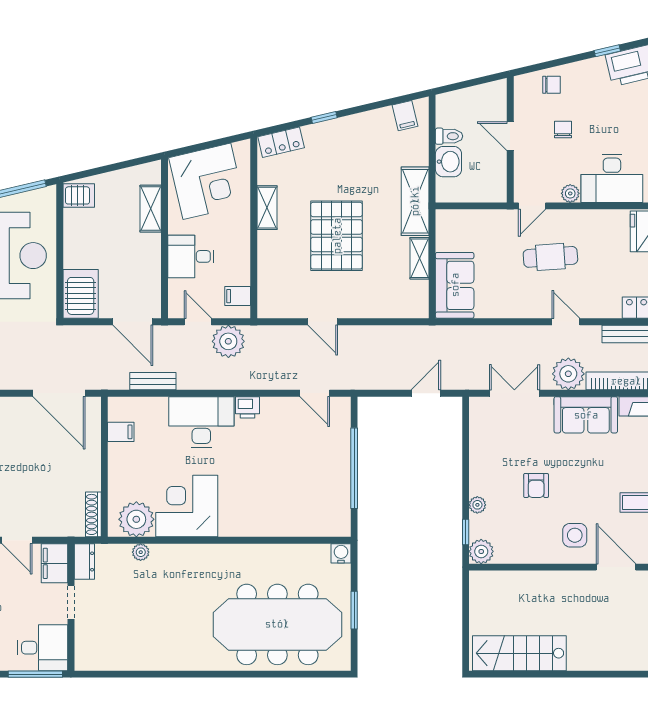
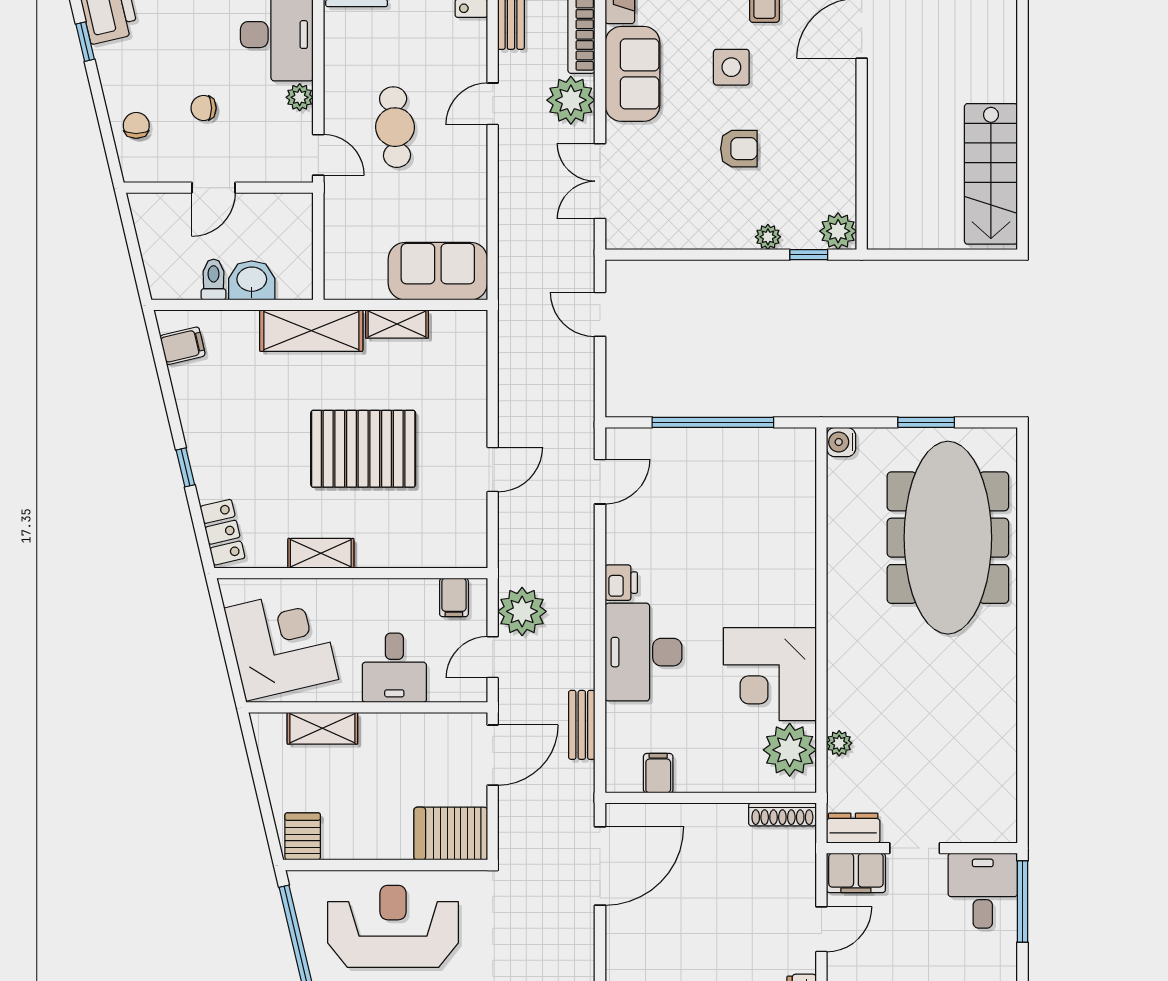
side table: (575, 535) -> (731, 67), moved

